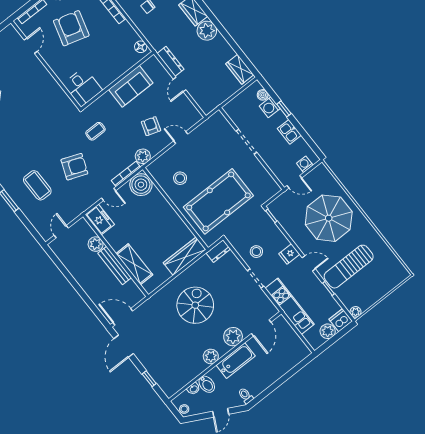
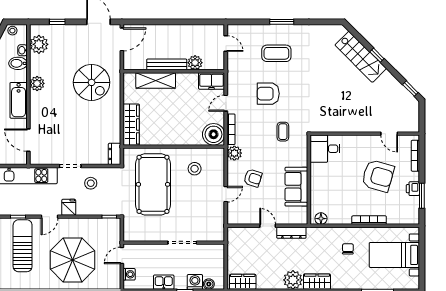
armchair: (74, 167) -> (268, 94), turned 69
spiral stairs: (195, 305) -> (92, 82), moved
plant: (233, 337) -> (39, 44), moved

